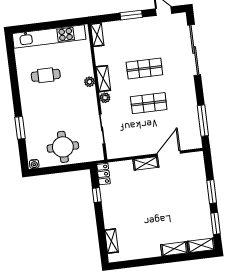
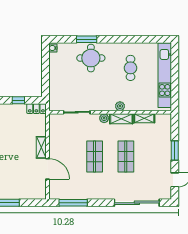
shelving: (97, 35) -> (144, 118), moved
round table: (63, 147) -> (91, 58), moved

